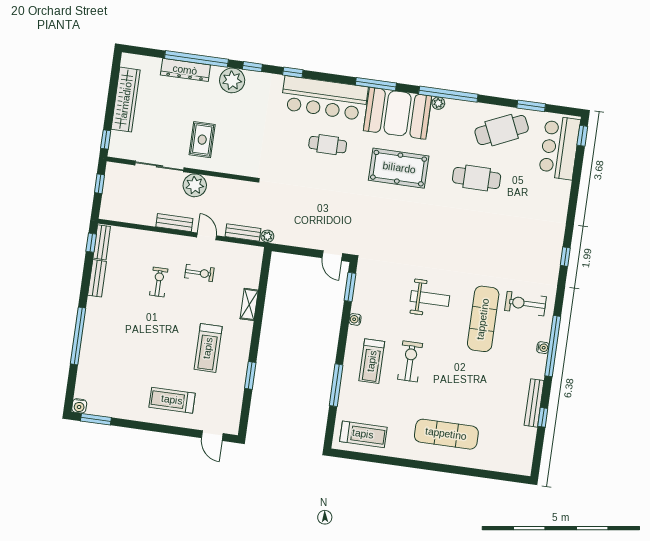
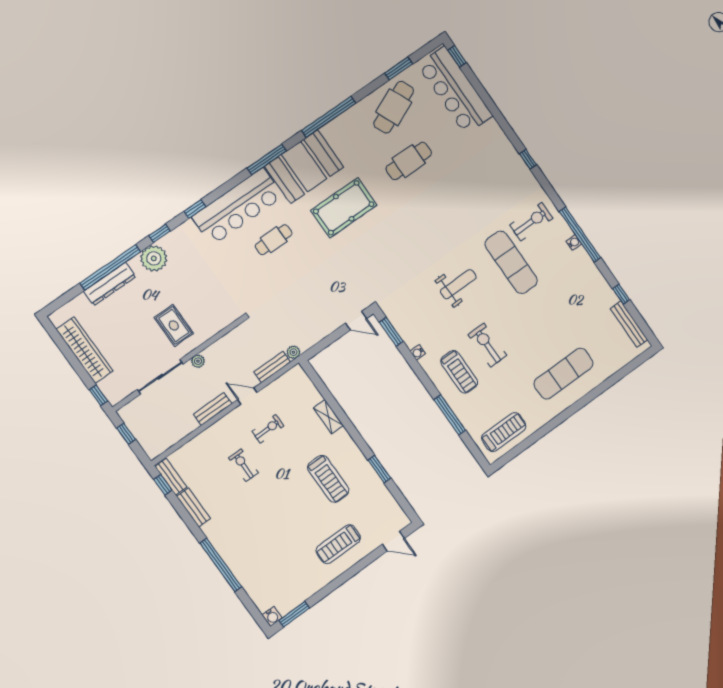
plant: (438, 103) -> (328, 130), removed
bar counter: (559, 148) -> (455, 90), width x1.36
plant: (195, 185) -> (198, 361), width x0.53, depth x0.53
exercise bike: (525, 304) -> (531, 222), turned 180
bench: (534, 403) -> (629, 324), moved

